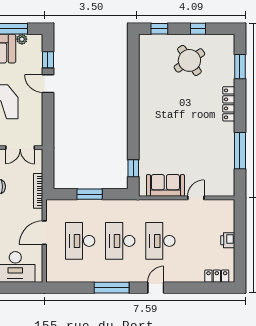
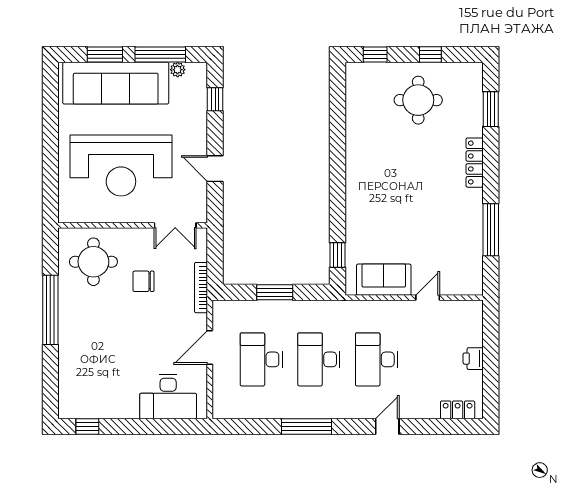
round table: (189, 60) -> (418, 100), turned 34
door: (48, 84) -> (215, 169), moved
door: (156, 288) -> (387, 427), moved

